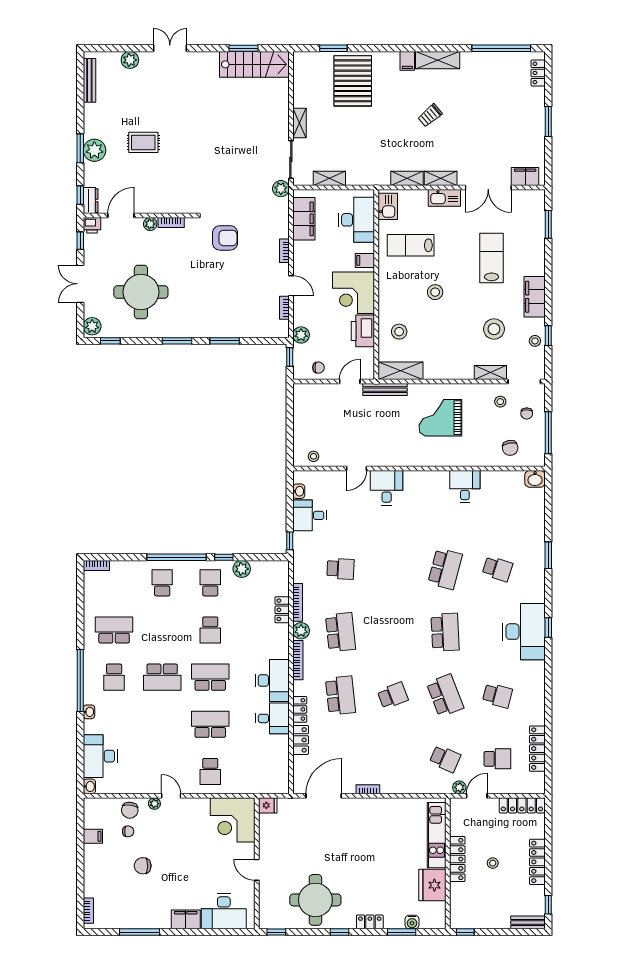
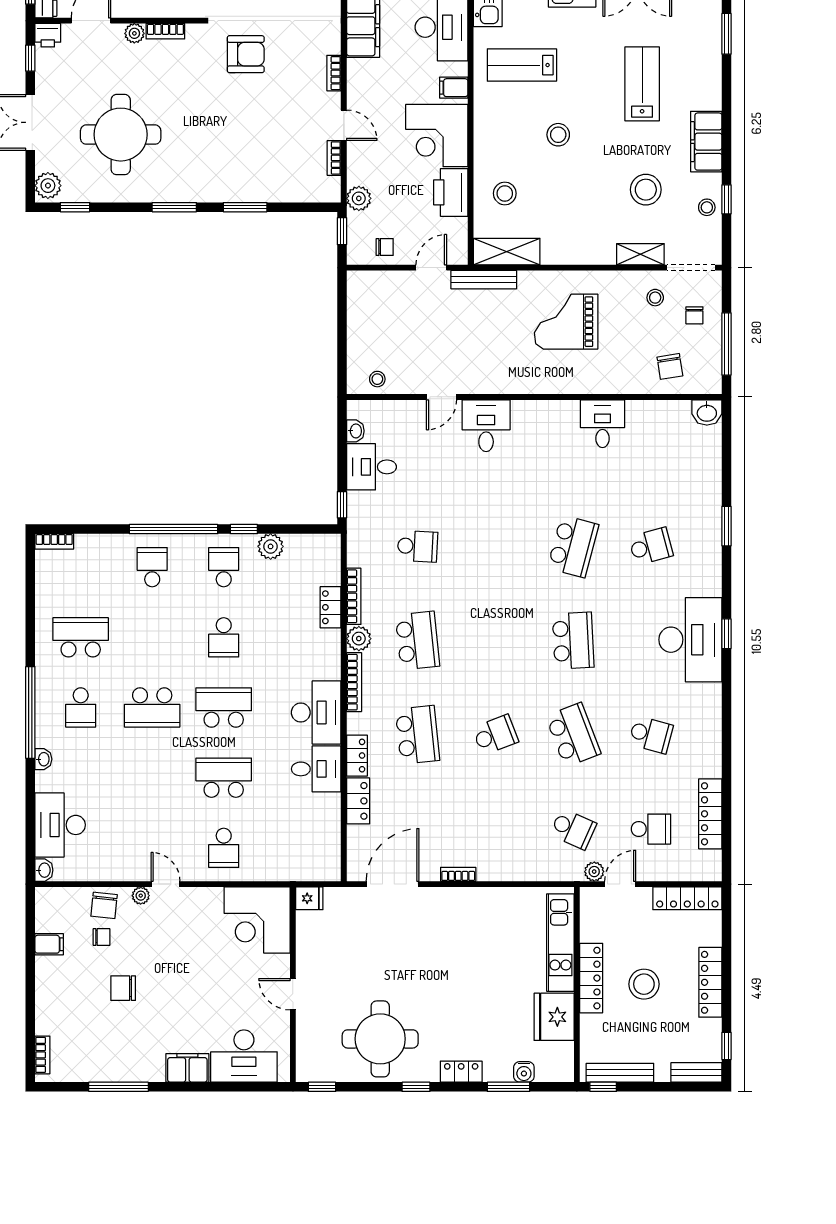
school desk: (497, 569) -> (651, 546), turned -33
stool: (493, 863) -> (644, 984), width x1.89, depth x1.89
bench: (477, 923) -> (620, 1073), added

